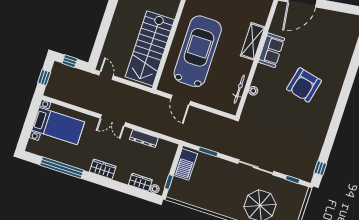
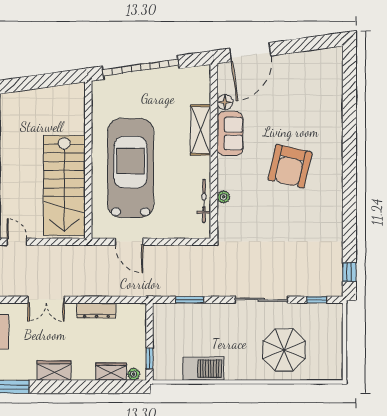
floor lamp: (275, 28) -> (225, 102), added
barbecue: (185, 164) -> (204, 369), moved, turned -90

